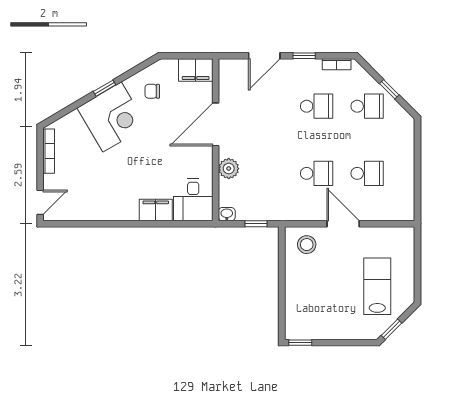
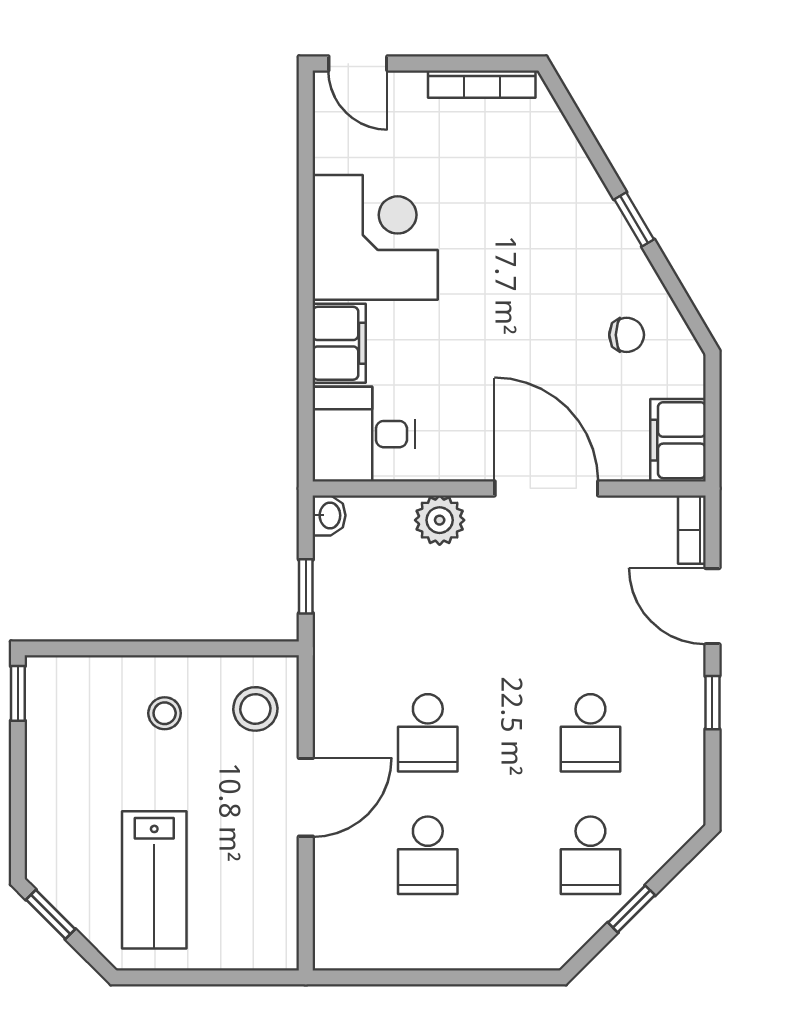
bookcase: (337, 64) -> (692, 530), moved
chair: (152, 91) -> (627, 335), turned 90
corner desk: (112, 117) -> (375, 237), moved, turned -149
stool: (308, 282) -> (165, 713), added
lab bench: (377, 286) -> (154, 880), turned 90

